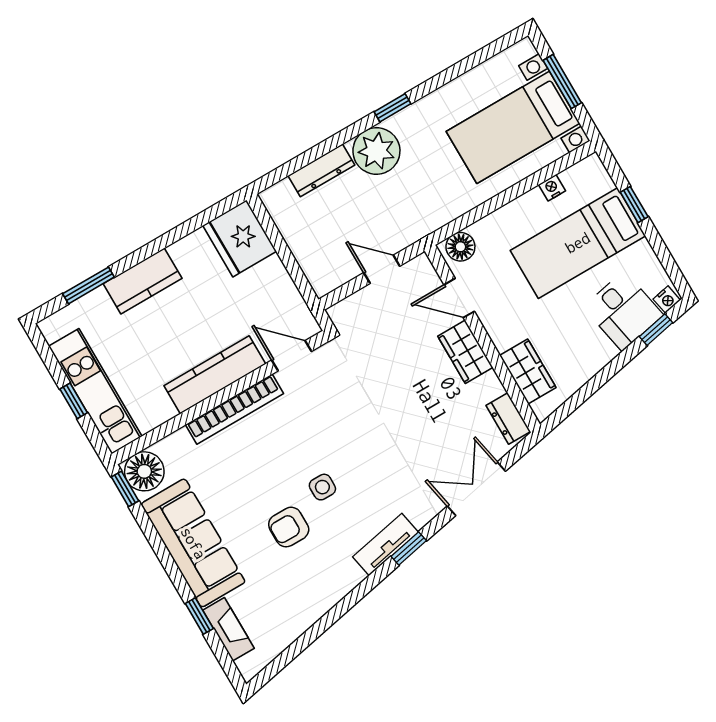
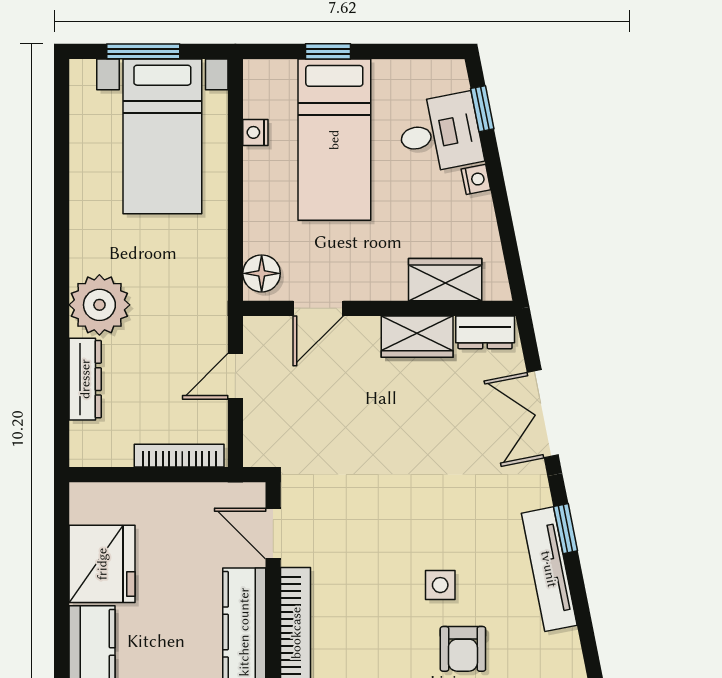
window: (392, 108) -> (62, 259), removed
fridge: (240, 238) -> (102, 564), moved, turned -90
bookcase: (307, 263) -> (179, 456), added
nightstand: (667, 300) -> (476, 179), moved
wardrobe: (465, 352) -> (417, 337), moved
door: (292, 356) -> (273, 534), hinge flipped
tv unit: (386, 545) -> (549, 569), width x1.41

